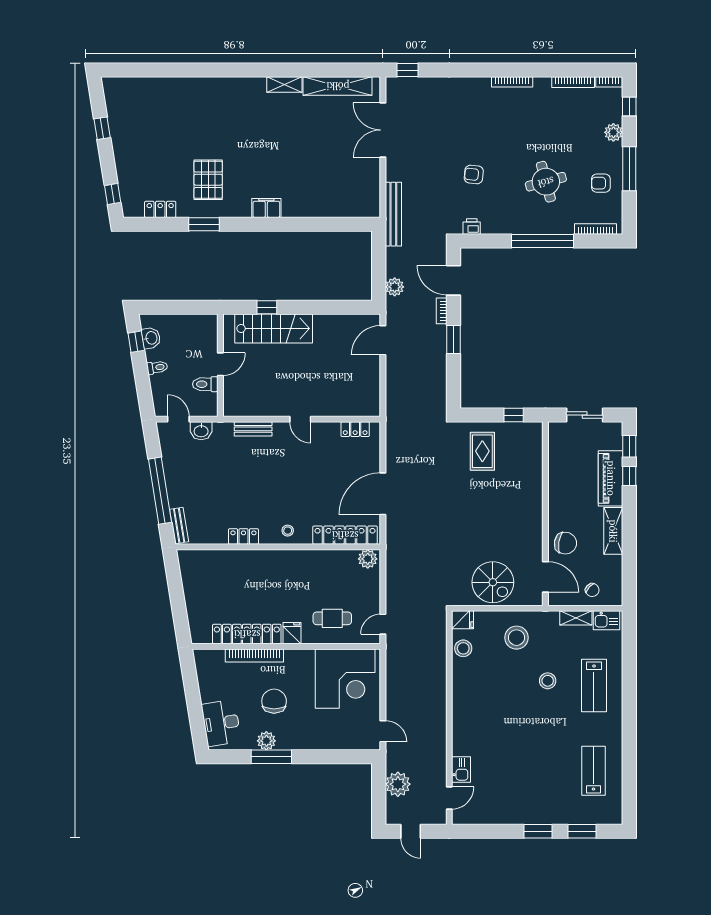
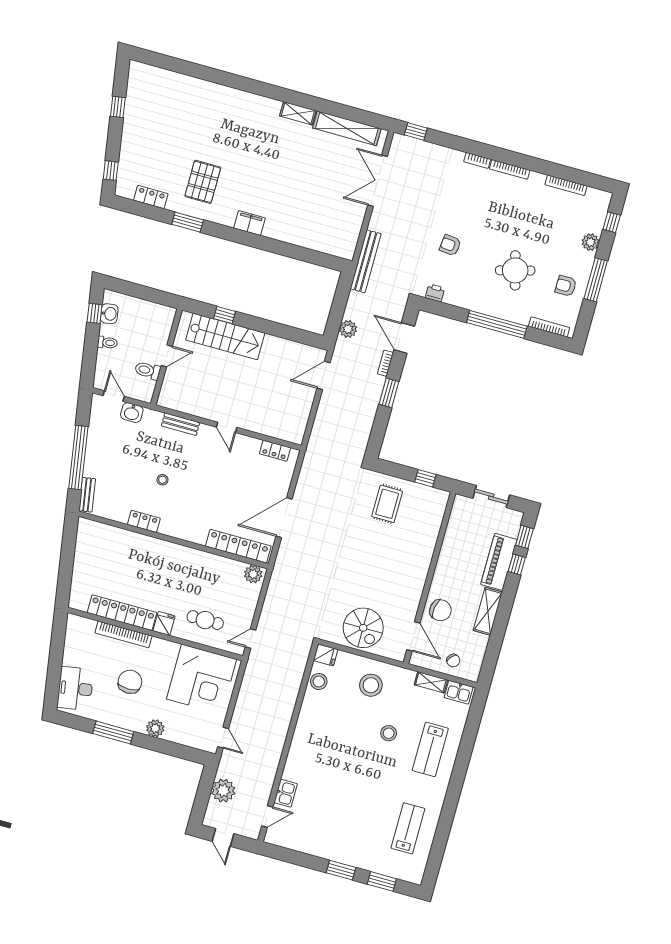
bookcase: (609, 82) -> (477, 160), moved
stool: (288, 531) -> (162, 480), moved
plant: (266, 741) -> (155, 728), moved

